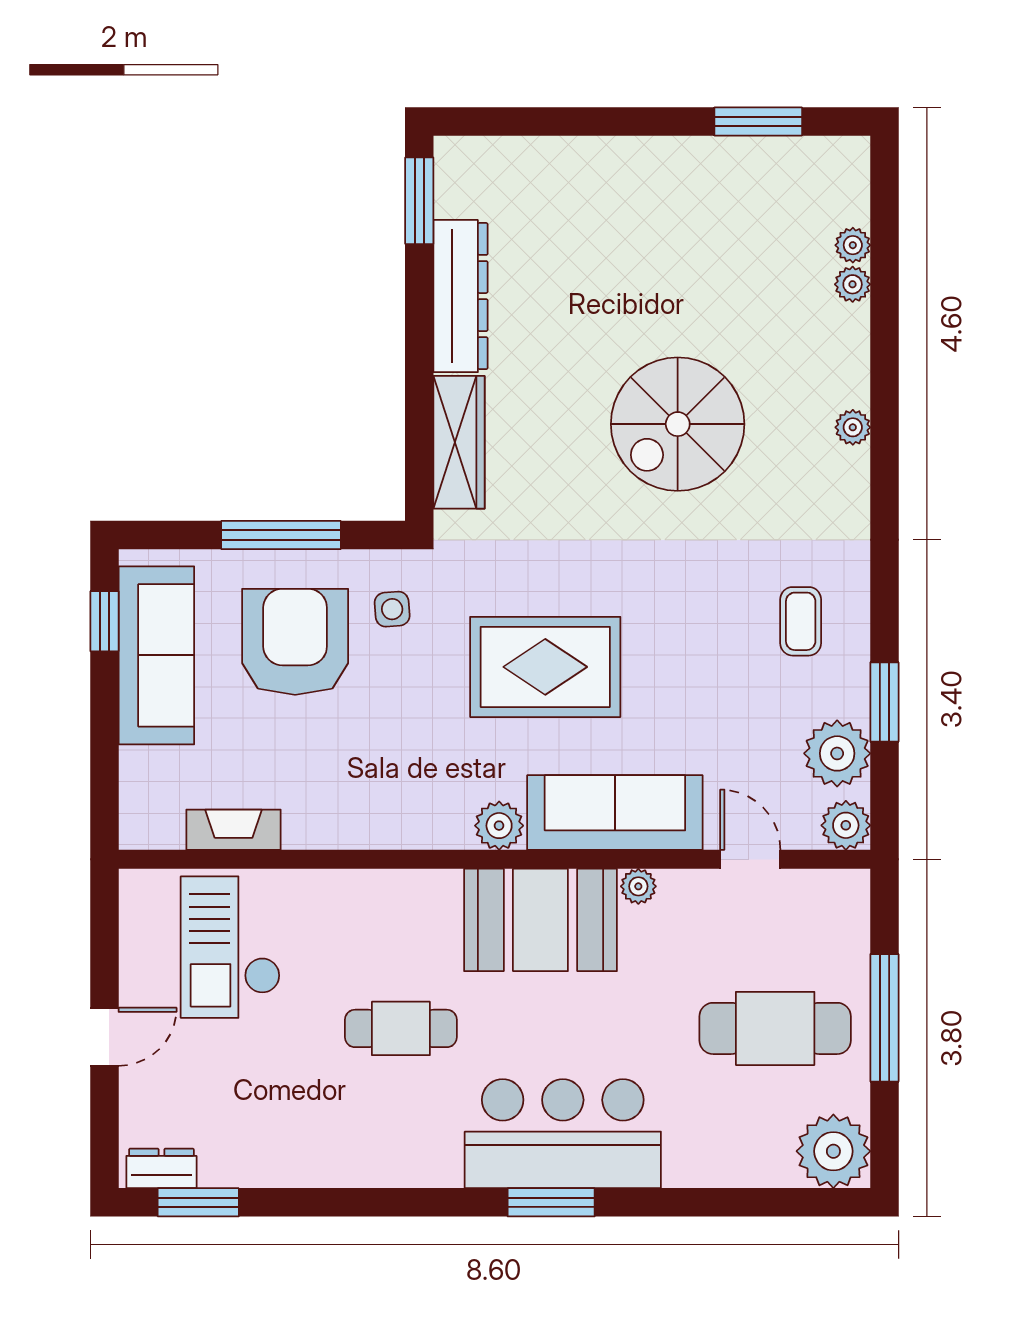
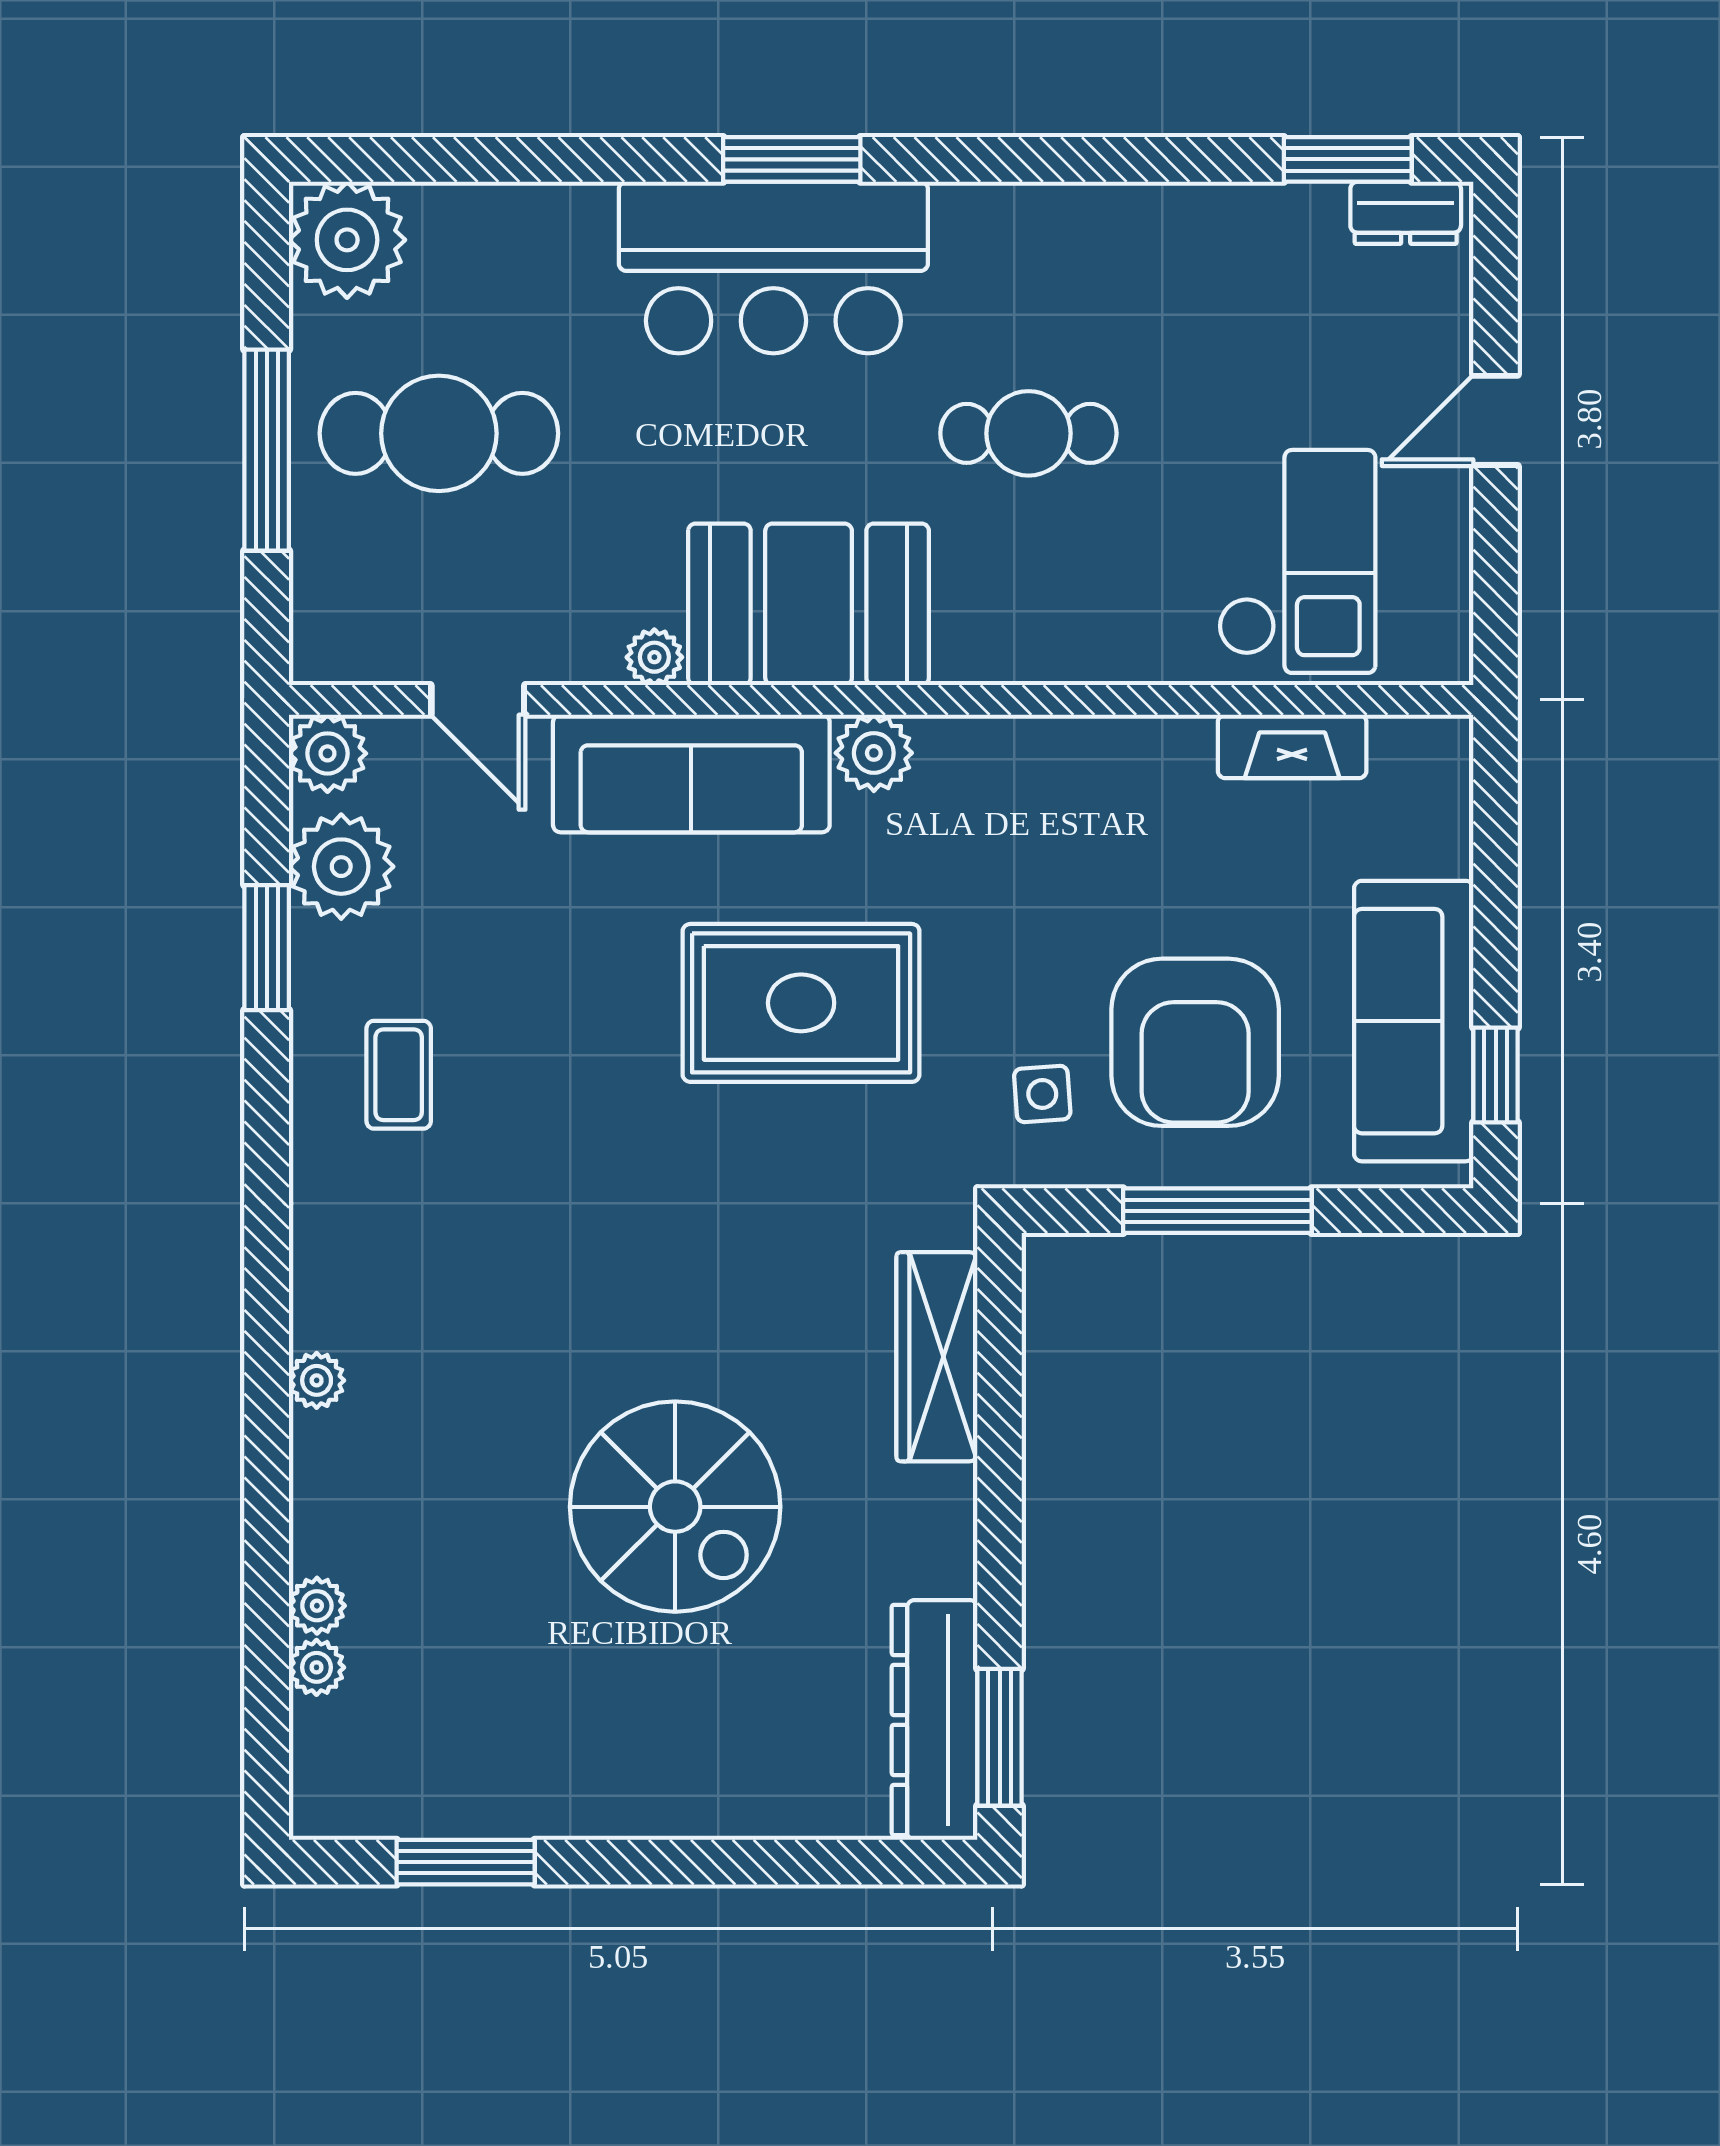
dresser: (461, 296) -> (935, 1720), moved
spiral stairs: (678, 424) -> (675, 1507), moved, turned 90

